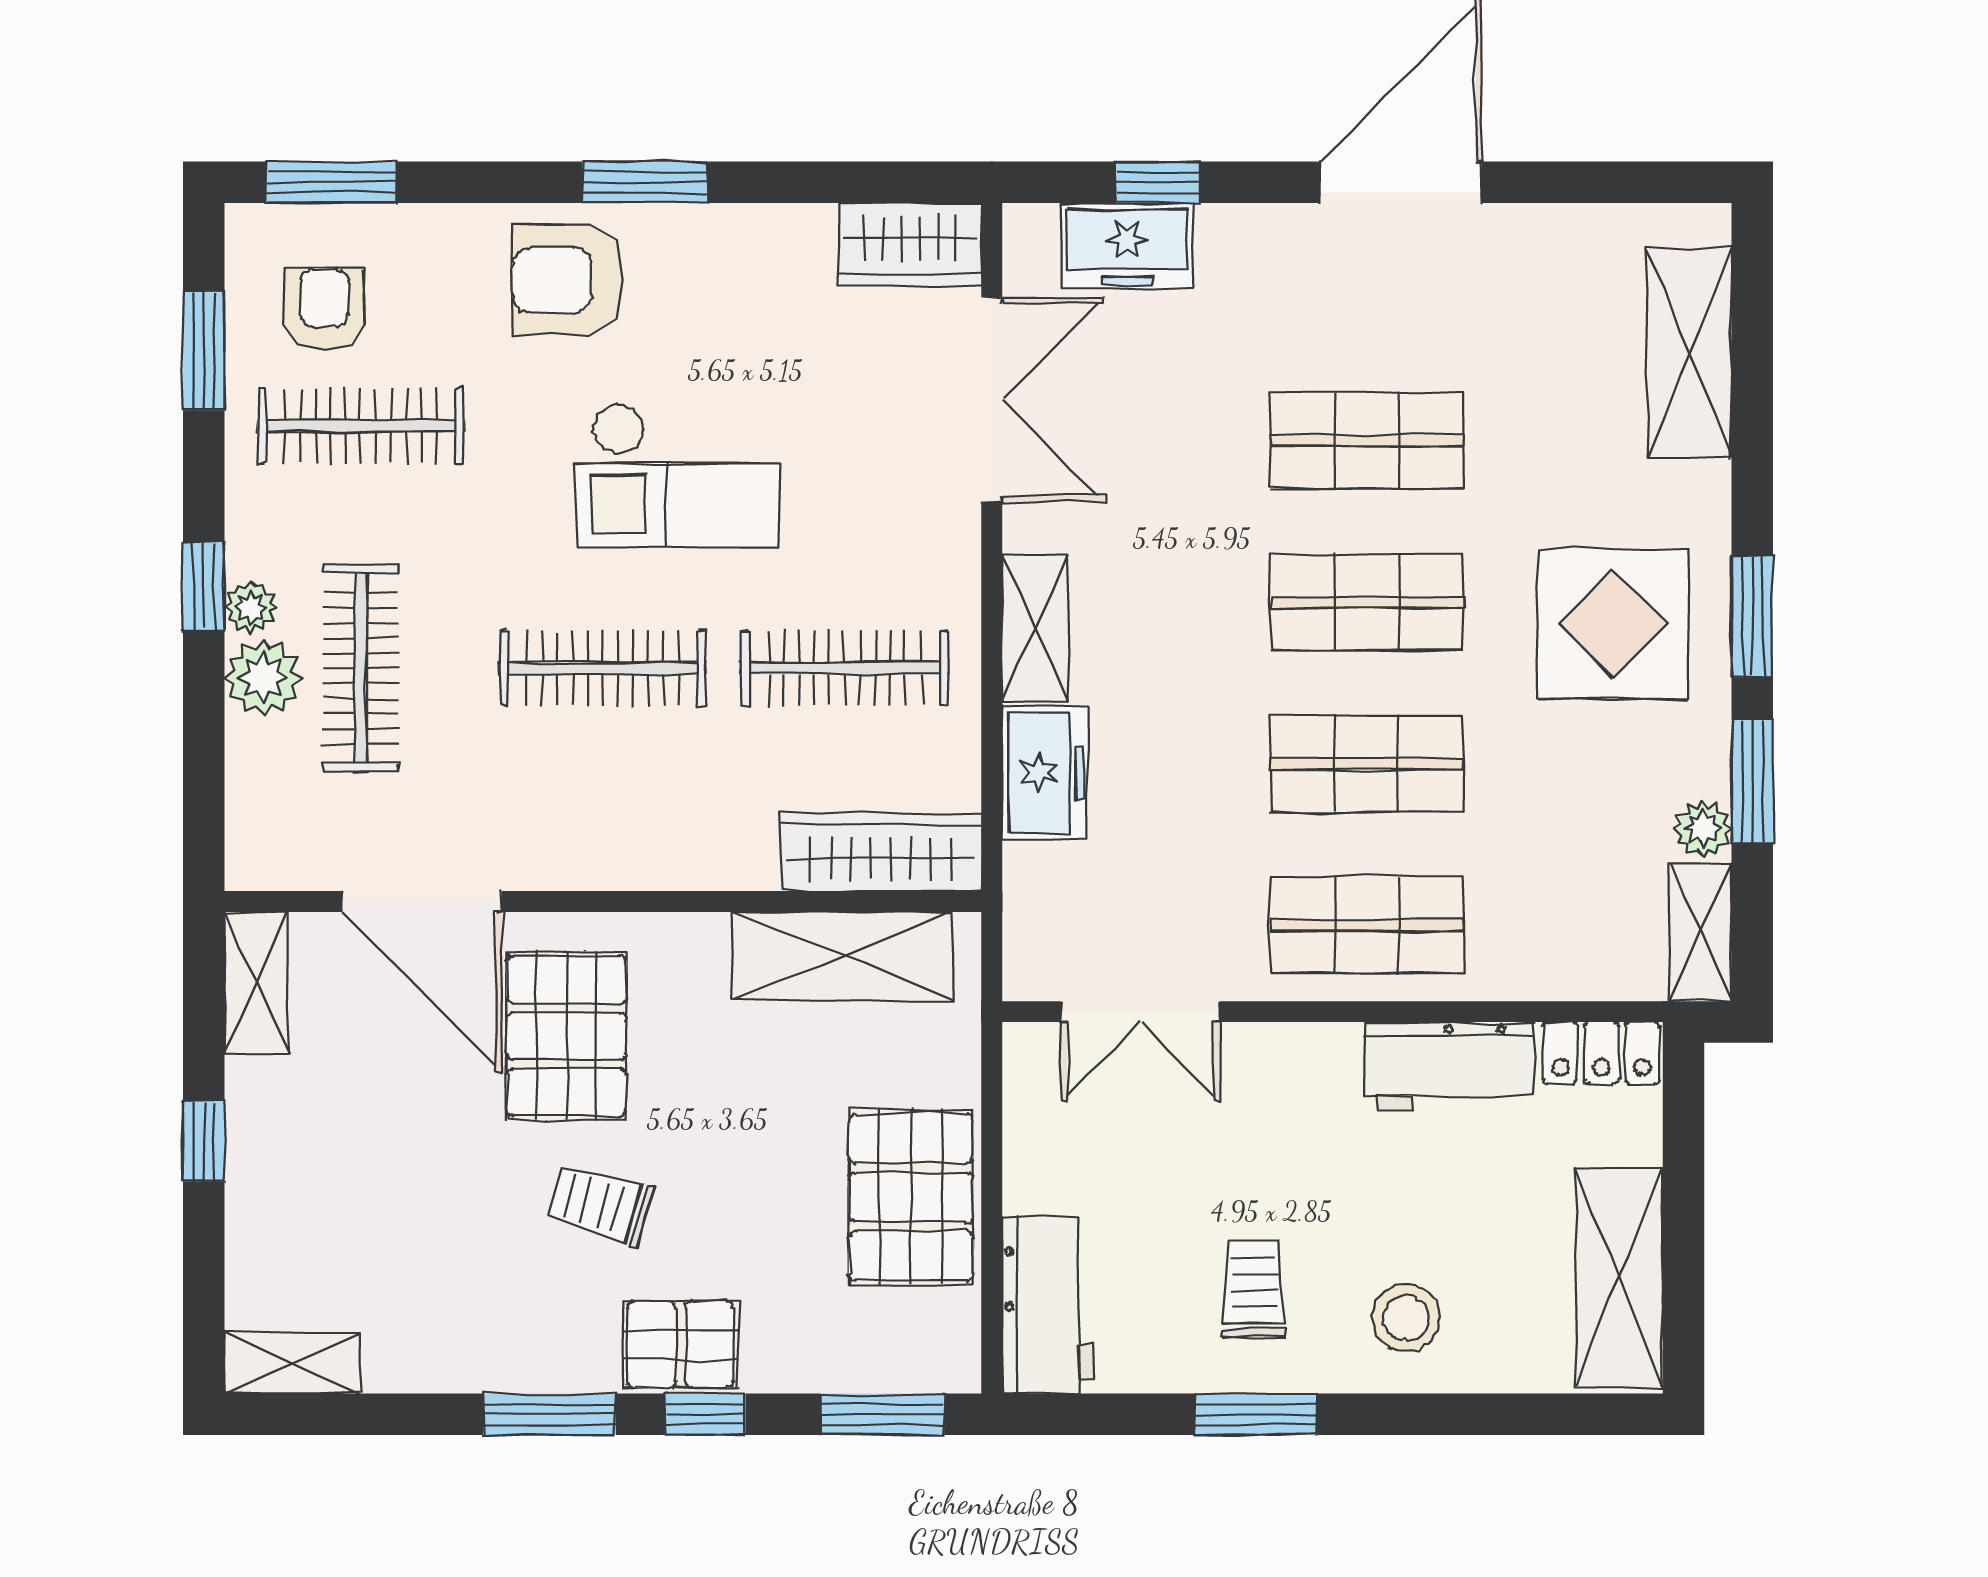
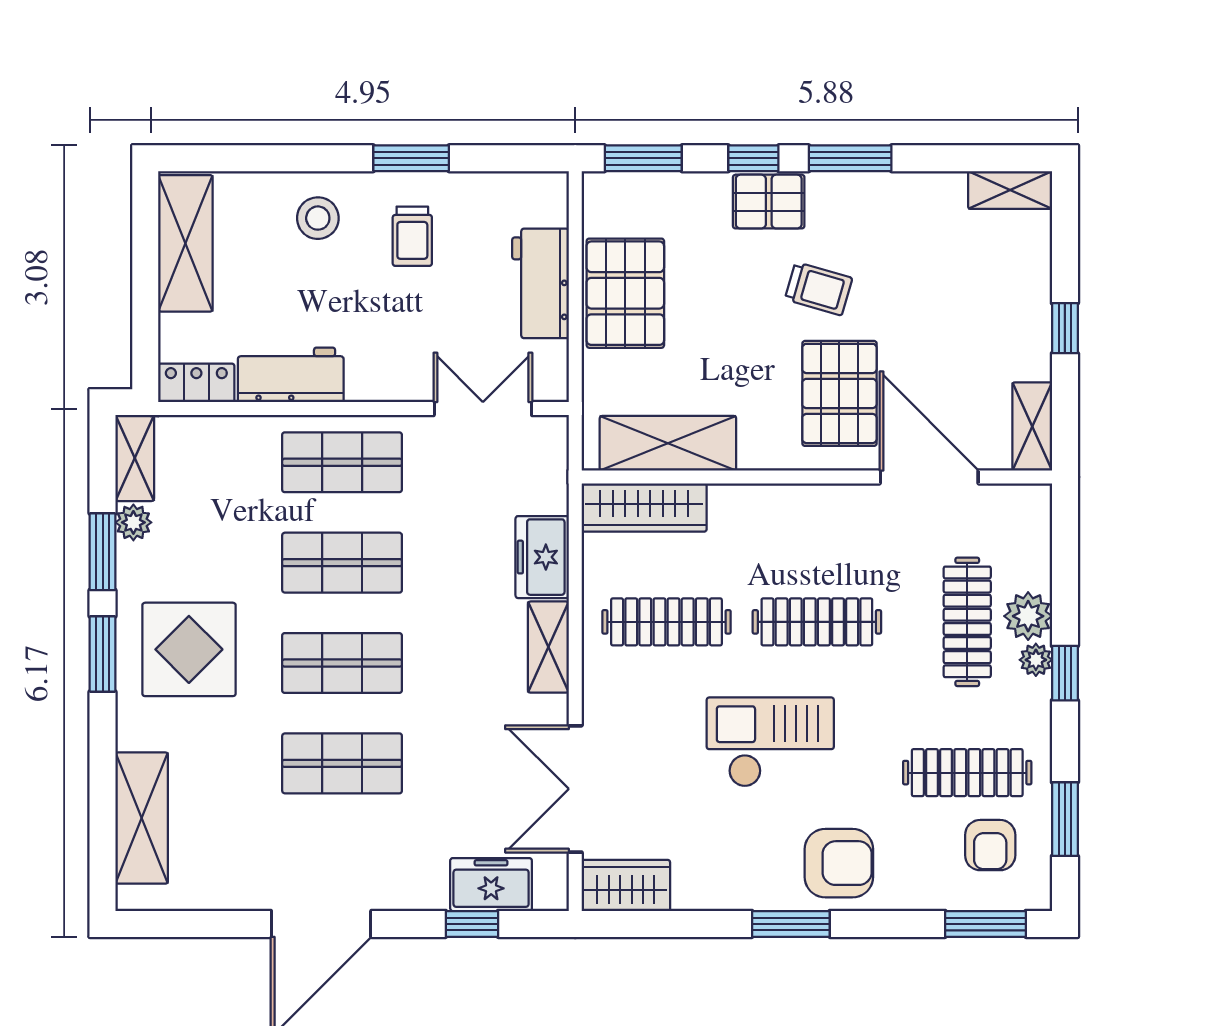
workbench: (1048, 1305) -> (540, 283), moved

